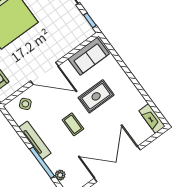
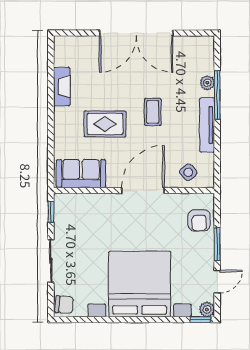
door: (44, 73) -> (143, 190), hinge flipped
fireplace: (152, 118) -> (62, 87), moved
plant: (60, 175) -> (207, 83), moved

